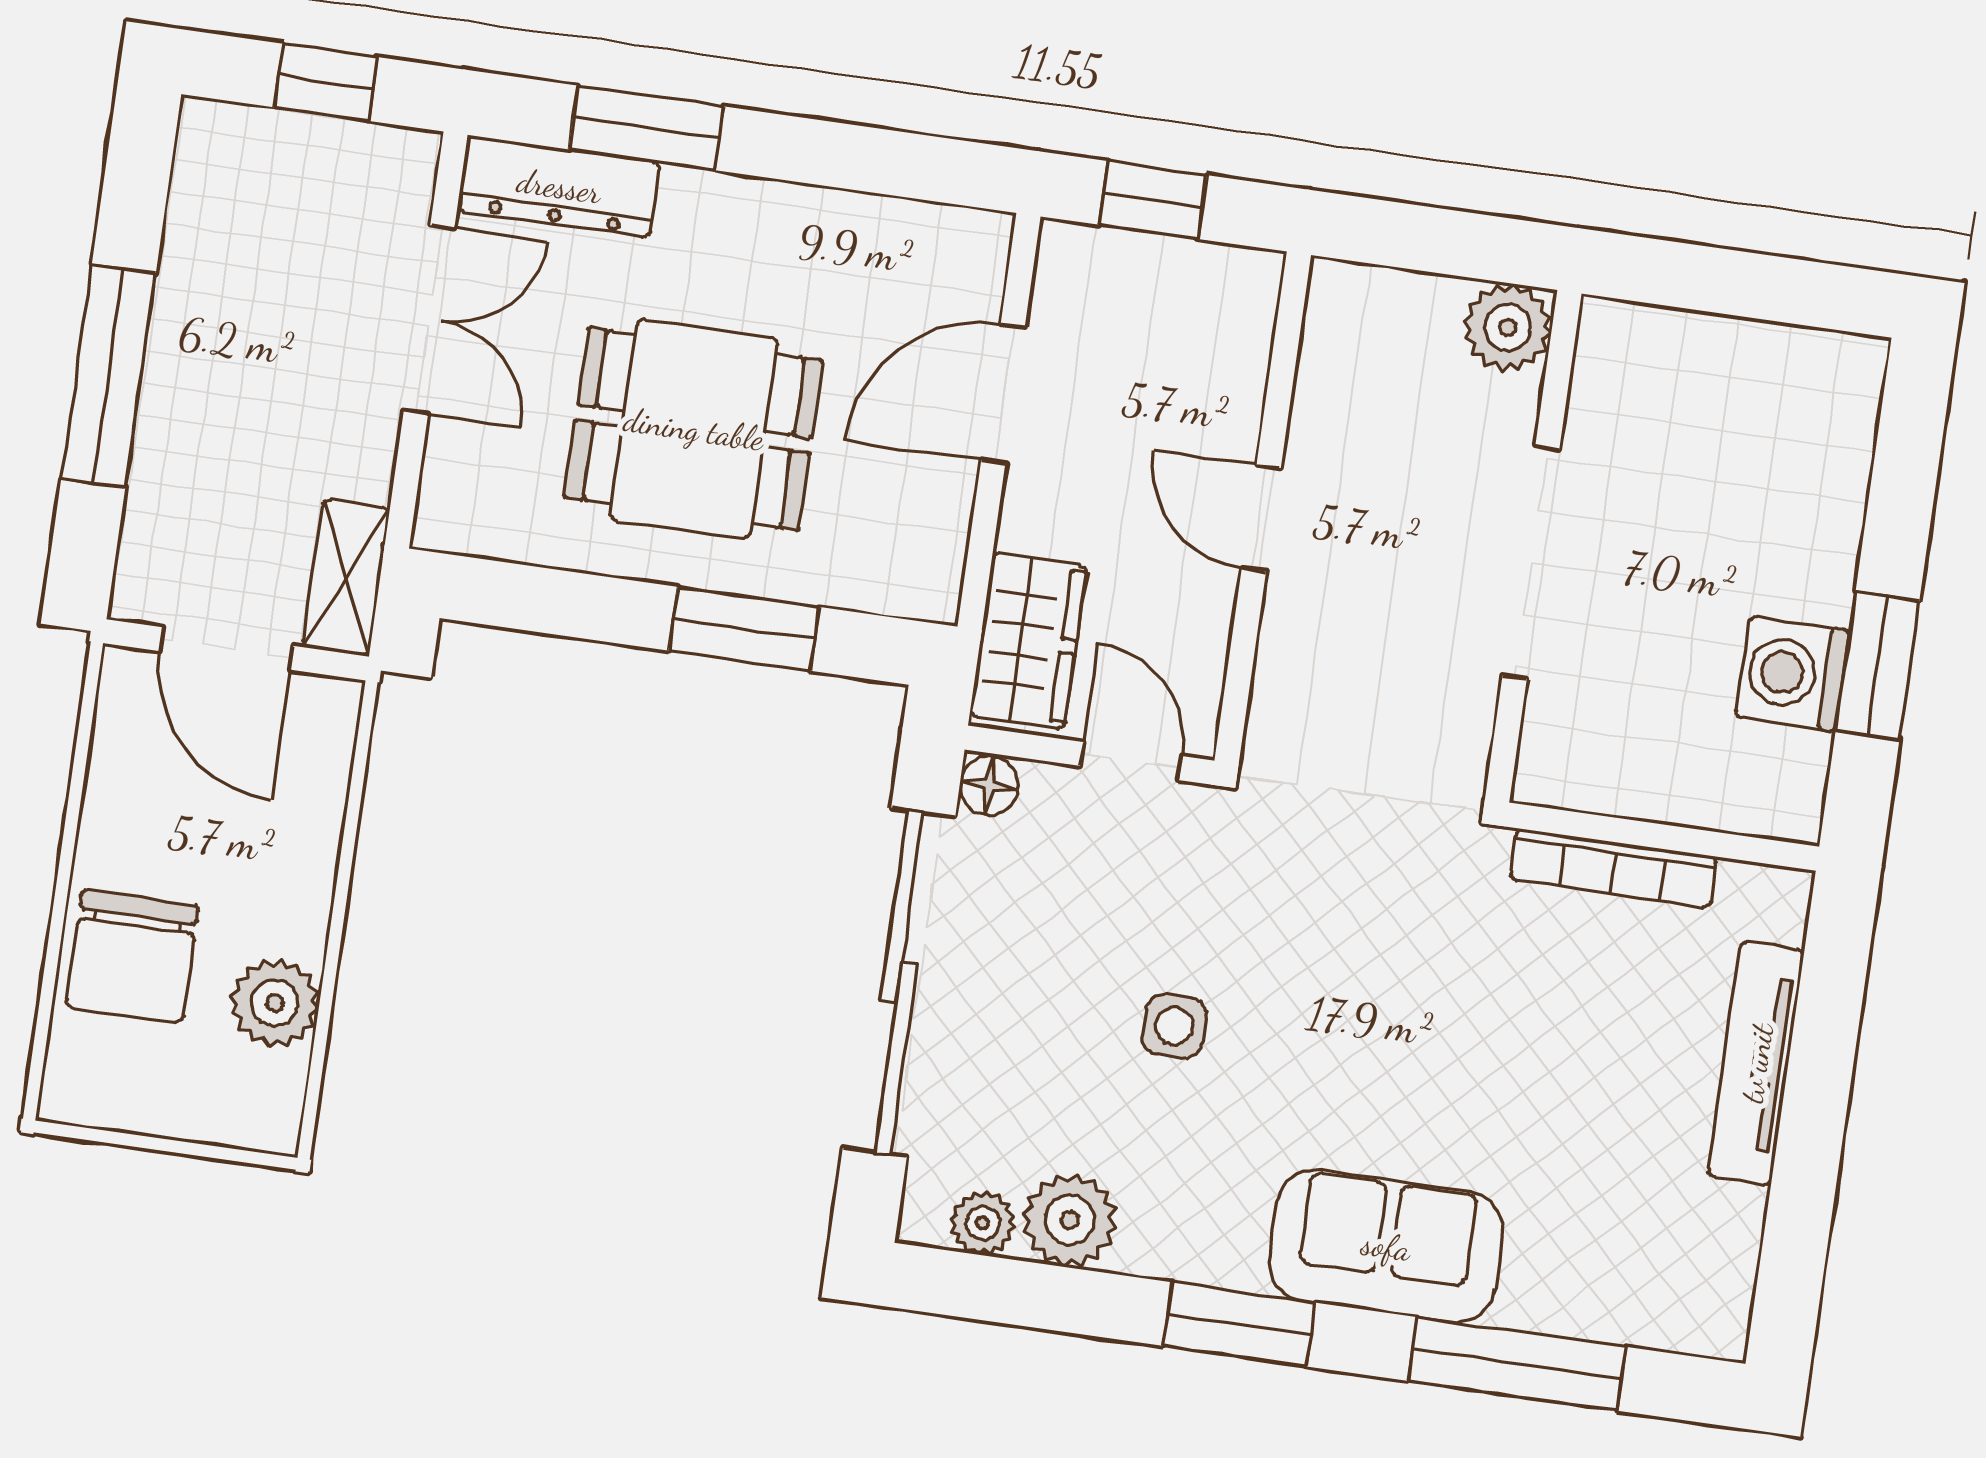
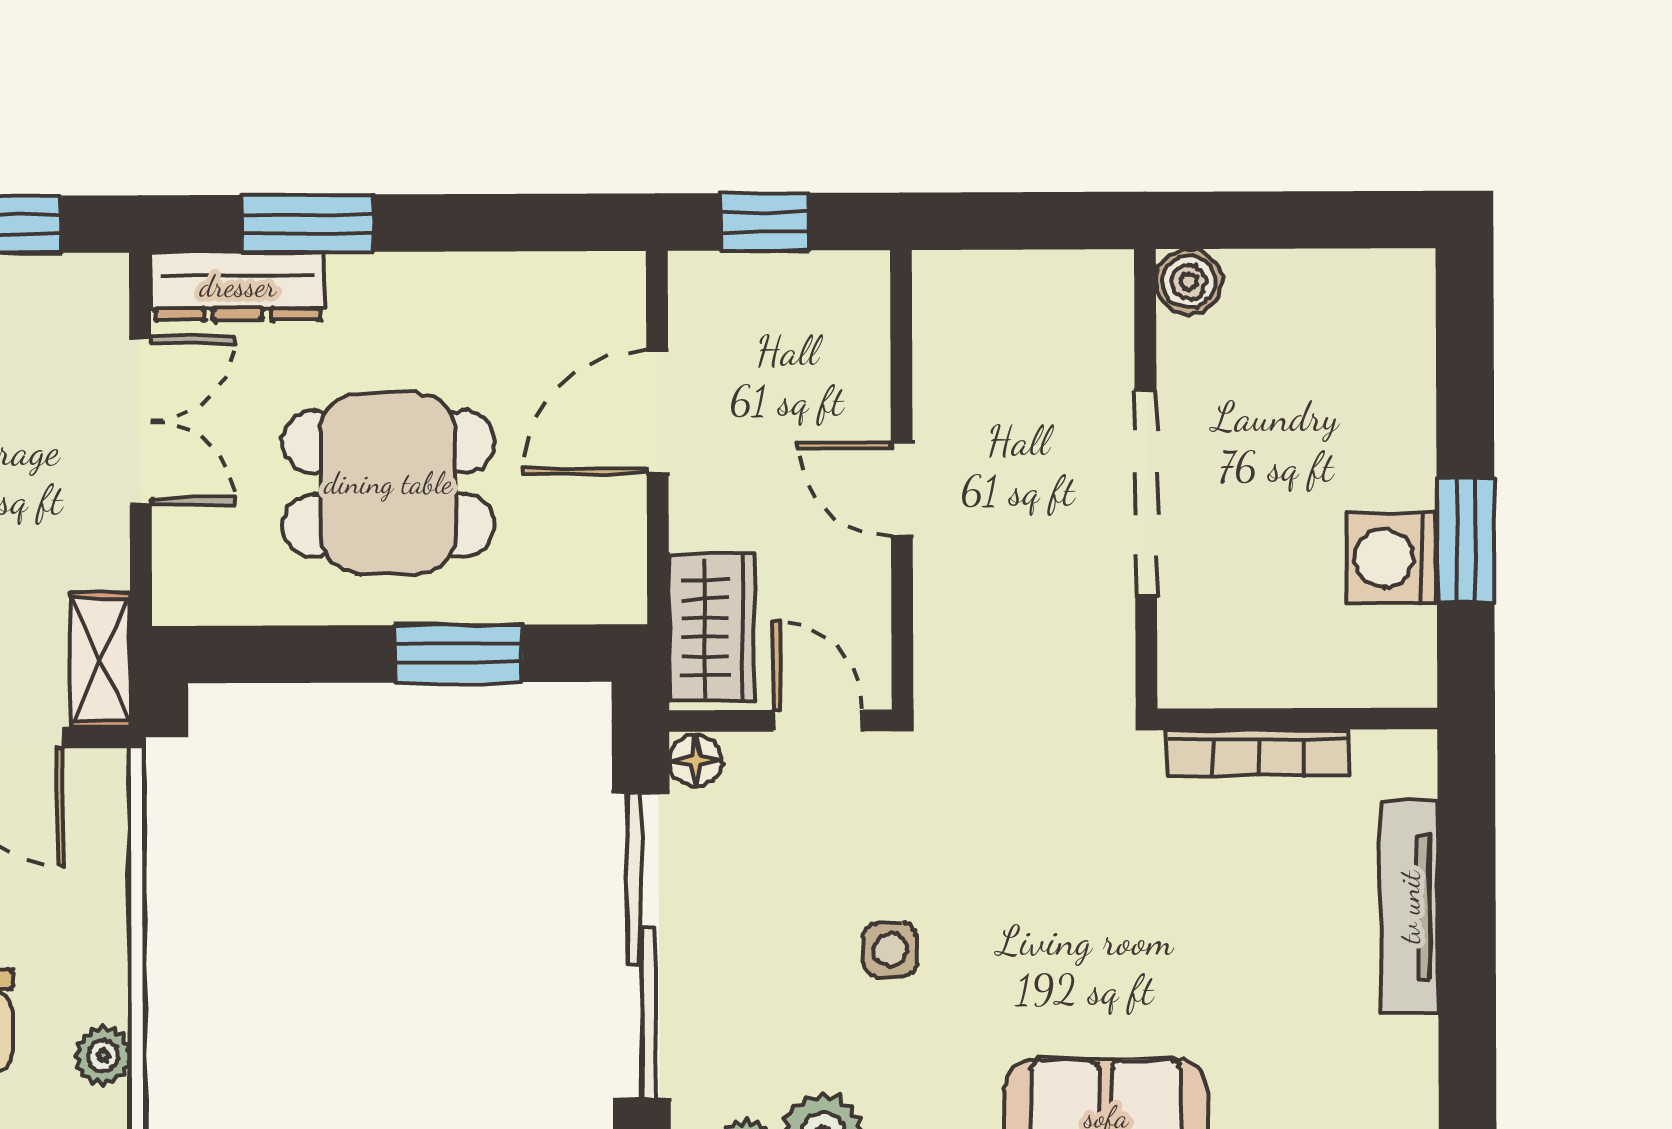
plant: (1508, 327) -> (1095, 289), removed
boiler: (1613, 335) -> (1189, 282), added
plant: (275, 1003) -> (103, 1056), width x0.73, depth x0.73

